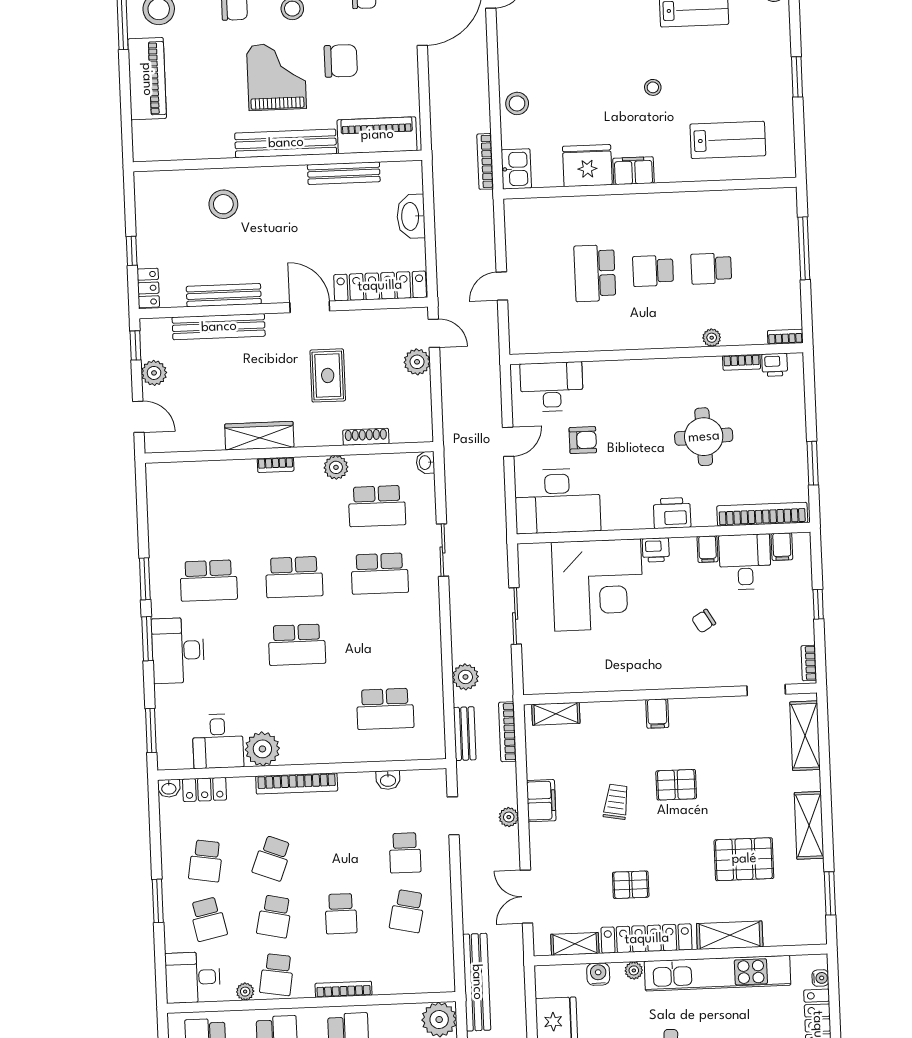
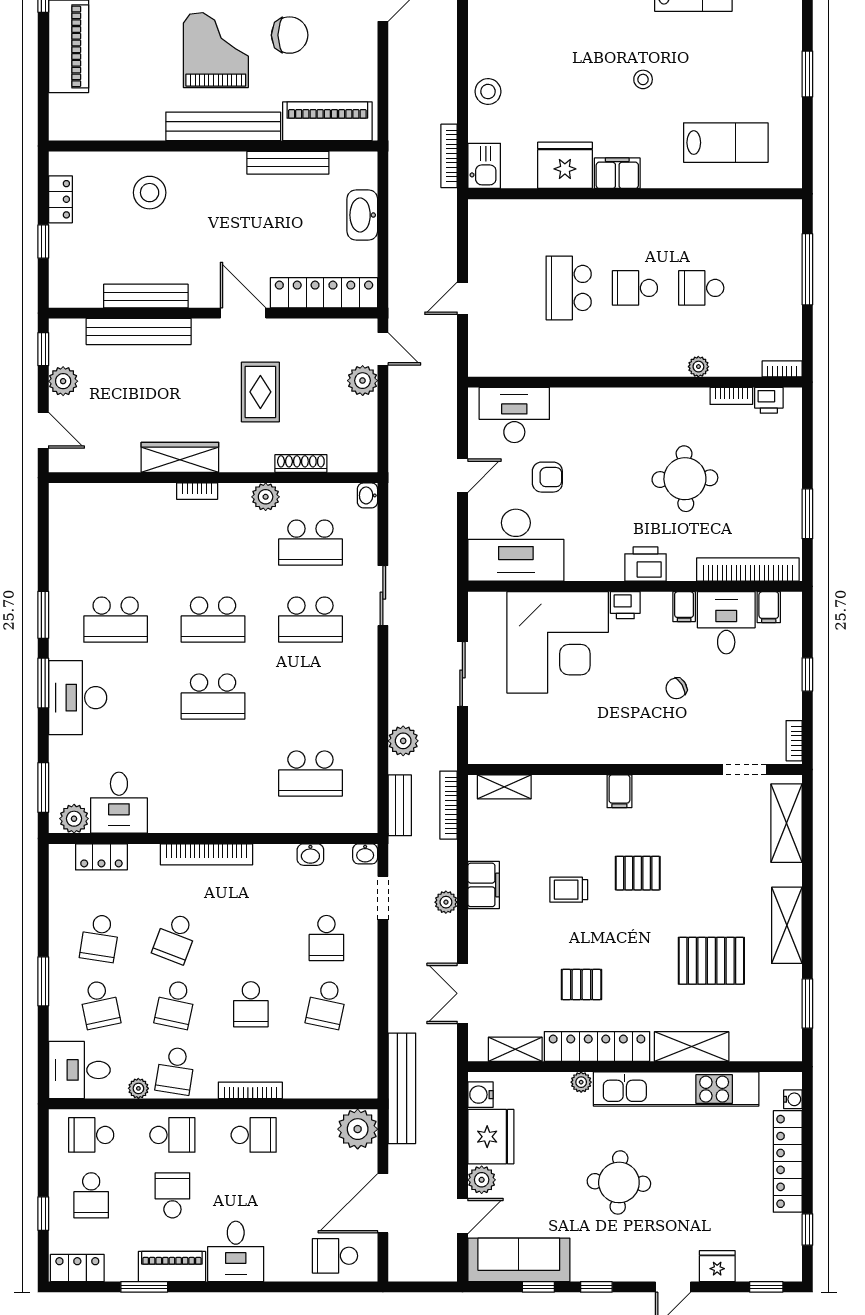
locker: (148, 288) -> (60, 199), moved
plant: (262, 749) -> (74, 819), moved, width x0.73, depth x0.73
washbasin: (169, 788) -> (365, 854), moved
trolley: (616, 802) -> (569, 890), turned -100
water cooler: (598, 974) -> (480, 1095), moved, turned -90

